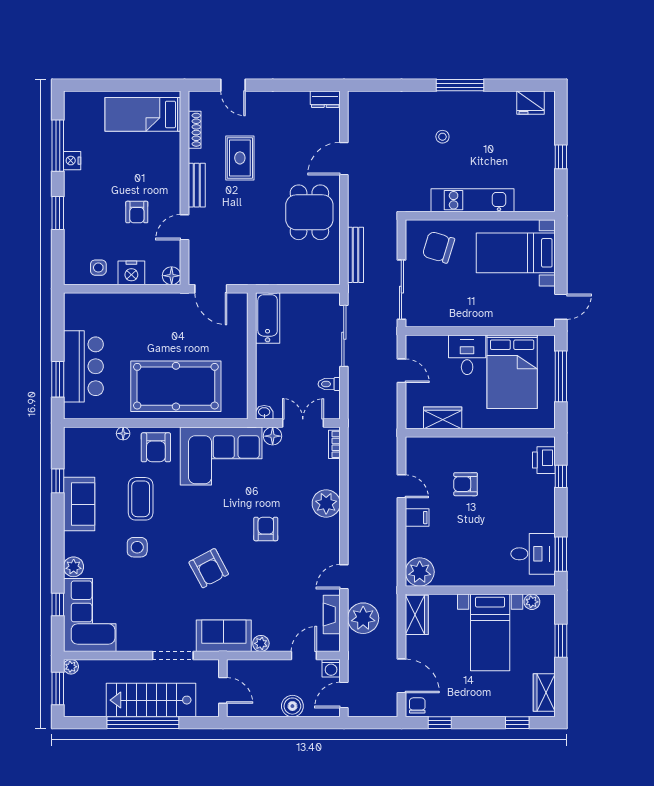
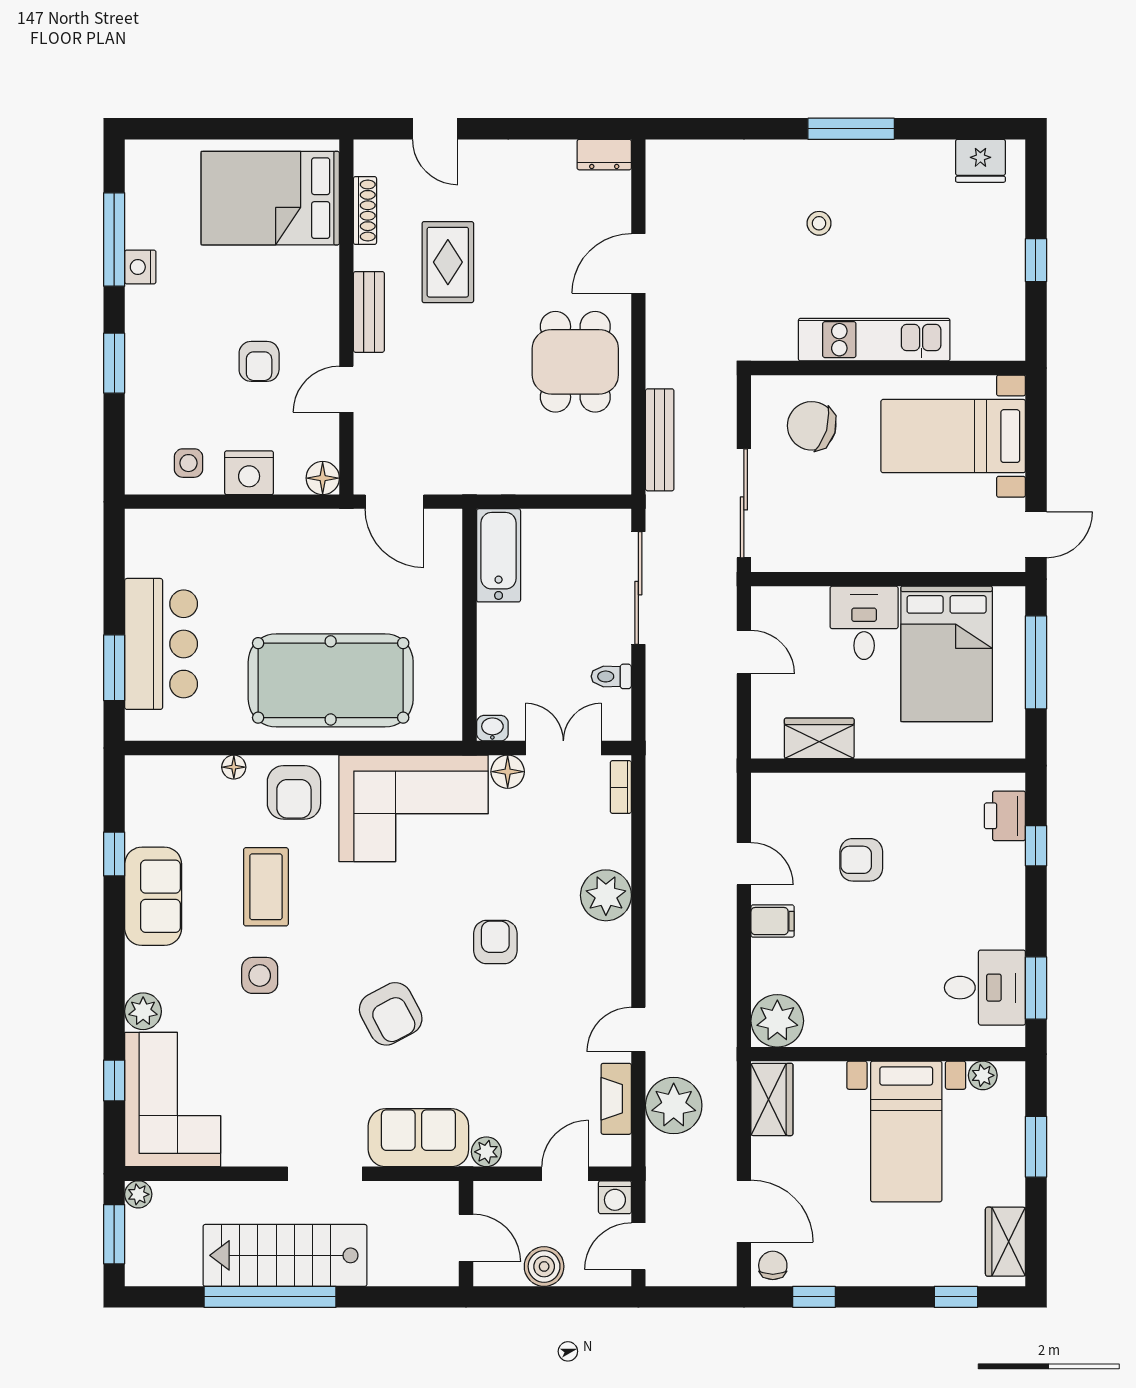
bed: (143, 114) -> (270, 198), width x1.50
wall: (223, 688) -> (466, 1234), moved
door: (223, 690) -> (466, 1238), moved

